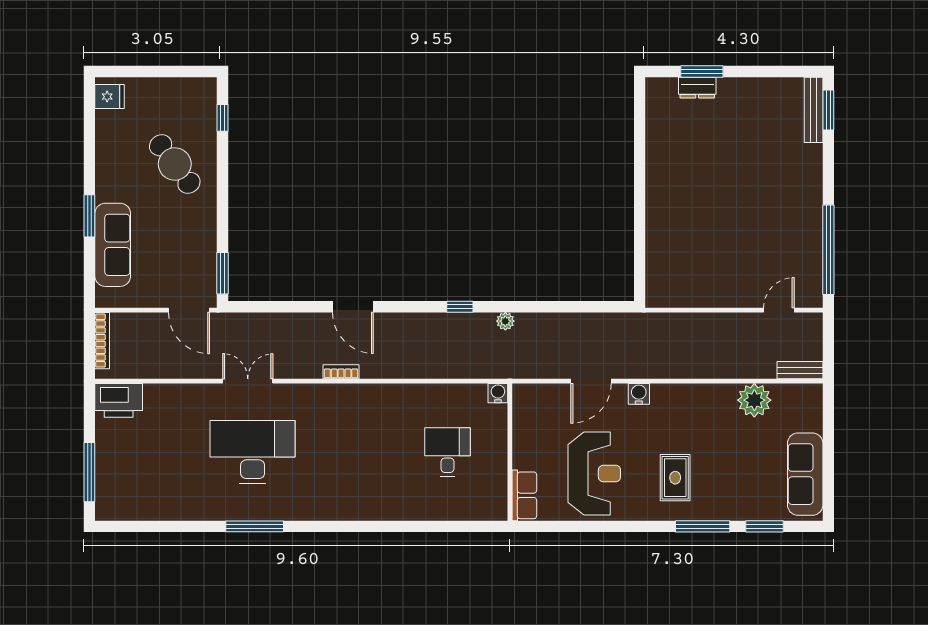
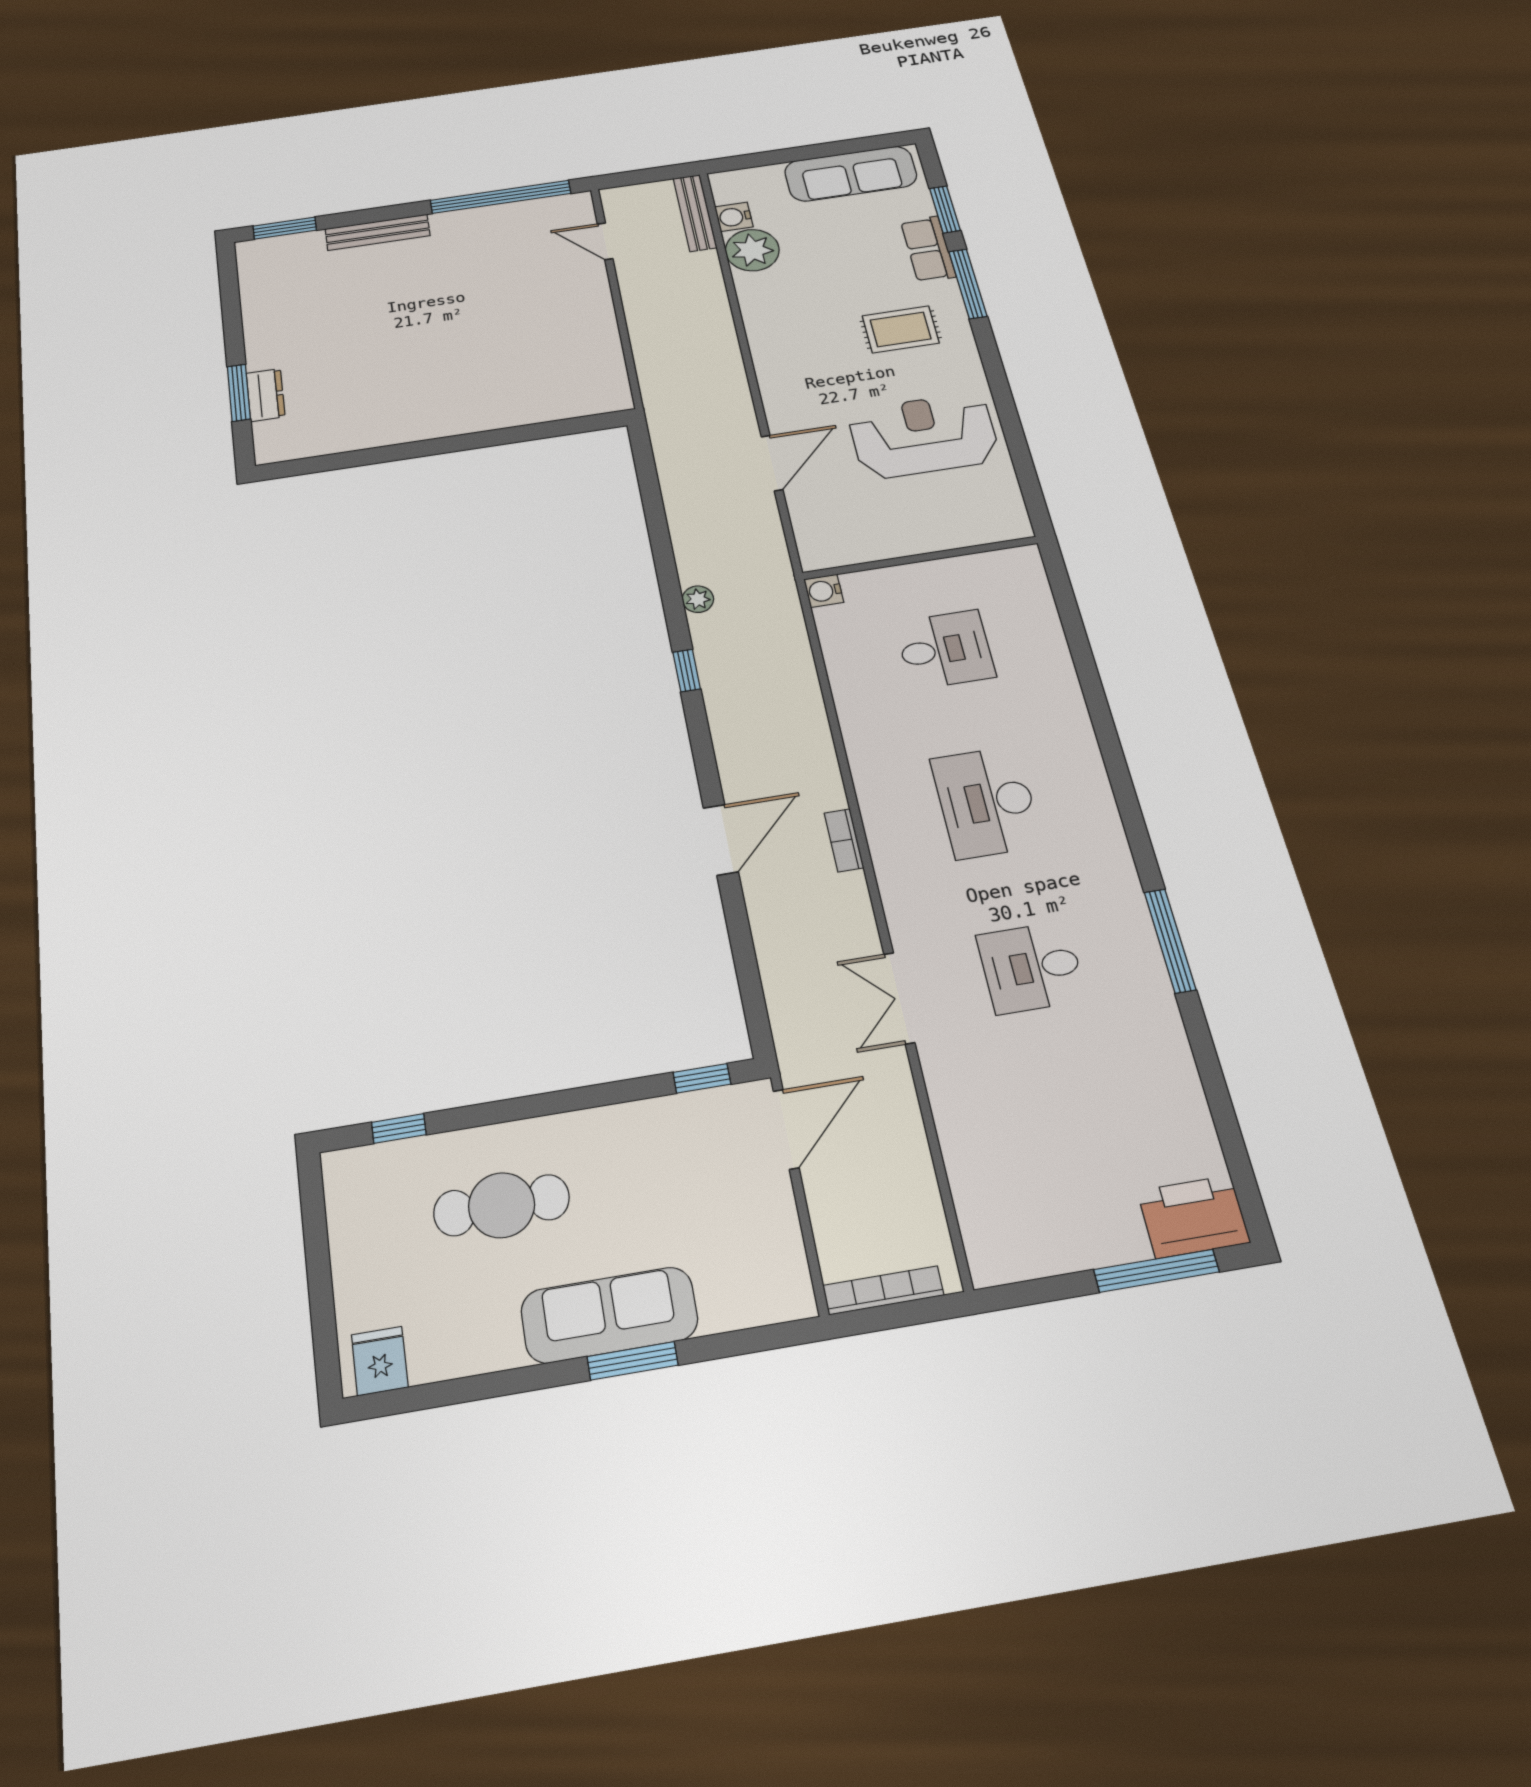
bench: (814, 110) -> (378, 232), moved
cafe table: (175, 164) -> (502, 1205), turned 37
sofa: (113, 245) -> (609, 1315), moved
window: (223, 273) -> (702, 1078), width x0.67
bench: (800, 370) -> (695, 213), width x1.36
door: (591, 381) -> (772, 463), hinge flipped
water cooler: (639, 394) -> (734, 217), moved
printer: (119, 400) -> (1193, 1217), moved, turned -90
desk: (253, 452) -> (1031, 967), width x0.53, depth x0.77
desk: (350, 452) -> (986, 802), added
desk: (448, 452) -> (945, 650), turned 180
row of seats: (524, 495) -> (928, 249), moved, turned -90

